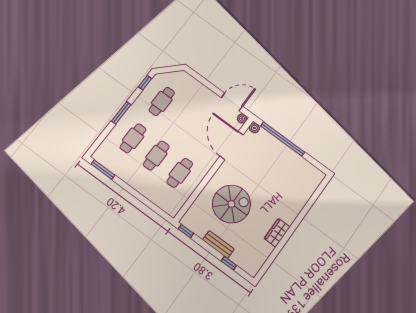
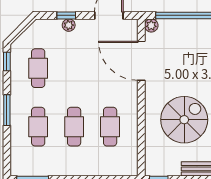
window: (205, 82) -> (66, 15), added
plant: (242, 119) -> (69, 25), moved

